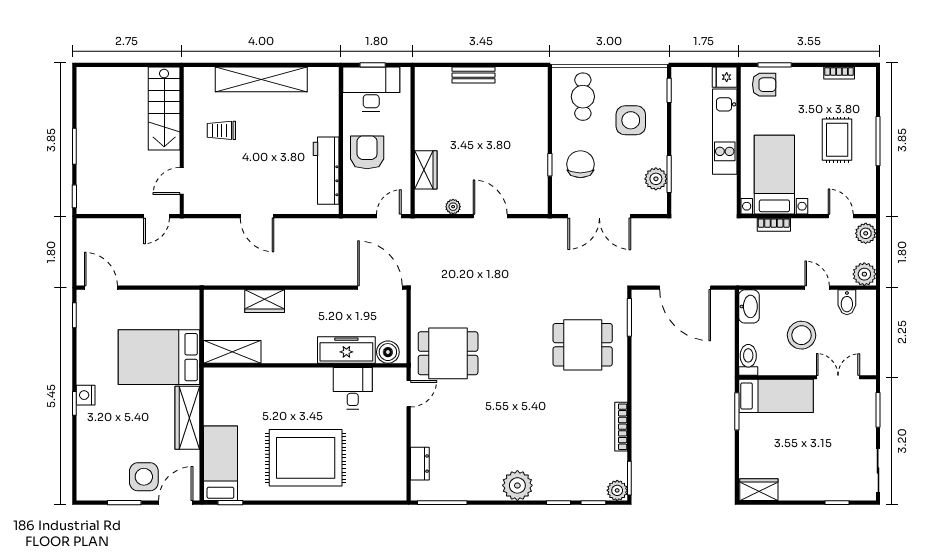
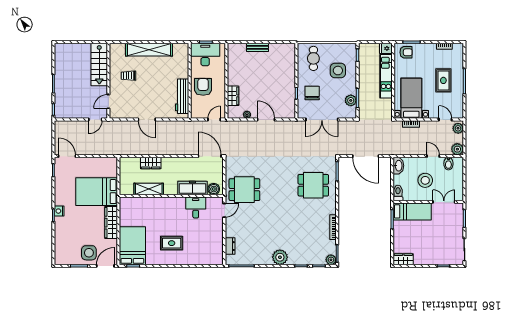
shelving: (232, 352) -> (149, 189), moved
rug: (306, 458) -> (172, 243), width x0.54, depth x0.49
bed: (220, 463) -> (132, 246), width x1.50

